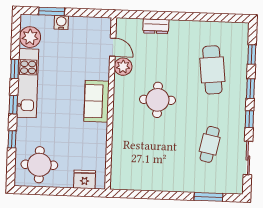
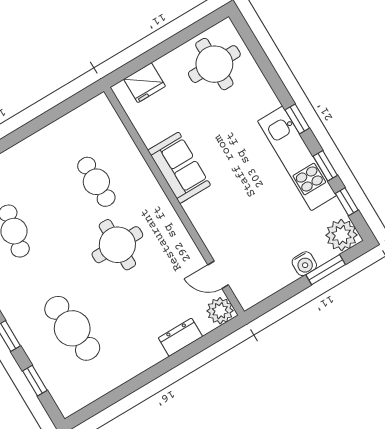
plant: (30, 37) -> (341, 235), moved
plant: (123, 67) -> (220, 311), moved
sofa: (97, 101) -> (179, 168), moved
window: (12, 139) -> (347, 202), moved
cafe table: (147, 142) -> (96, 182), added

